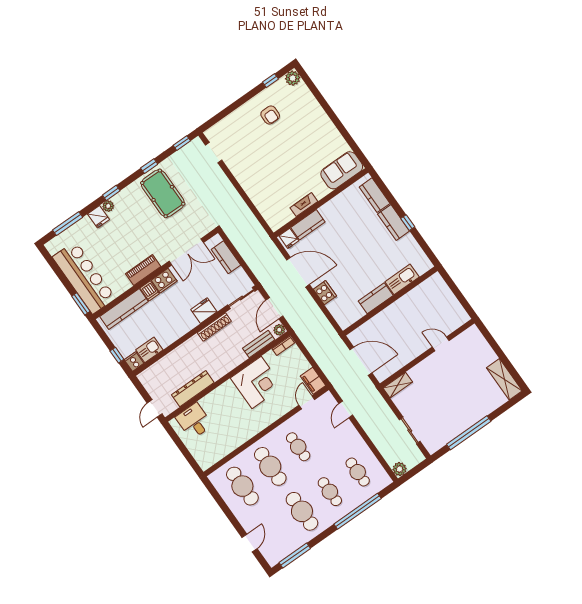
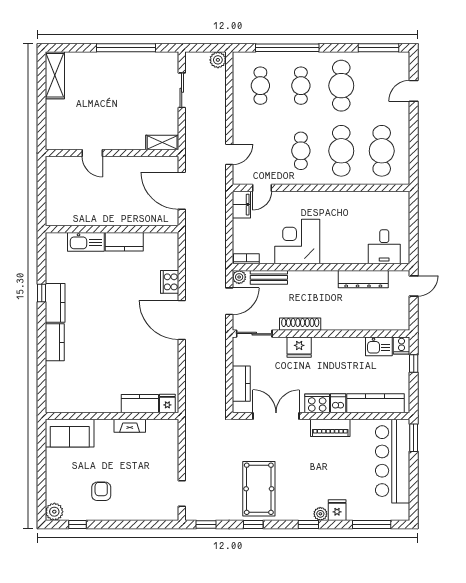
sofa: (342, 170) -> (70, 433), moved
wall: (321, 203) -> (112, 416), moved
fireplace: (304, 205) -> (130, 426), moved
kitchen counter: (308, 225) -> (140, 404), moved
fridge: (289, 238) -> (167, 403), moved

